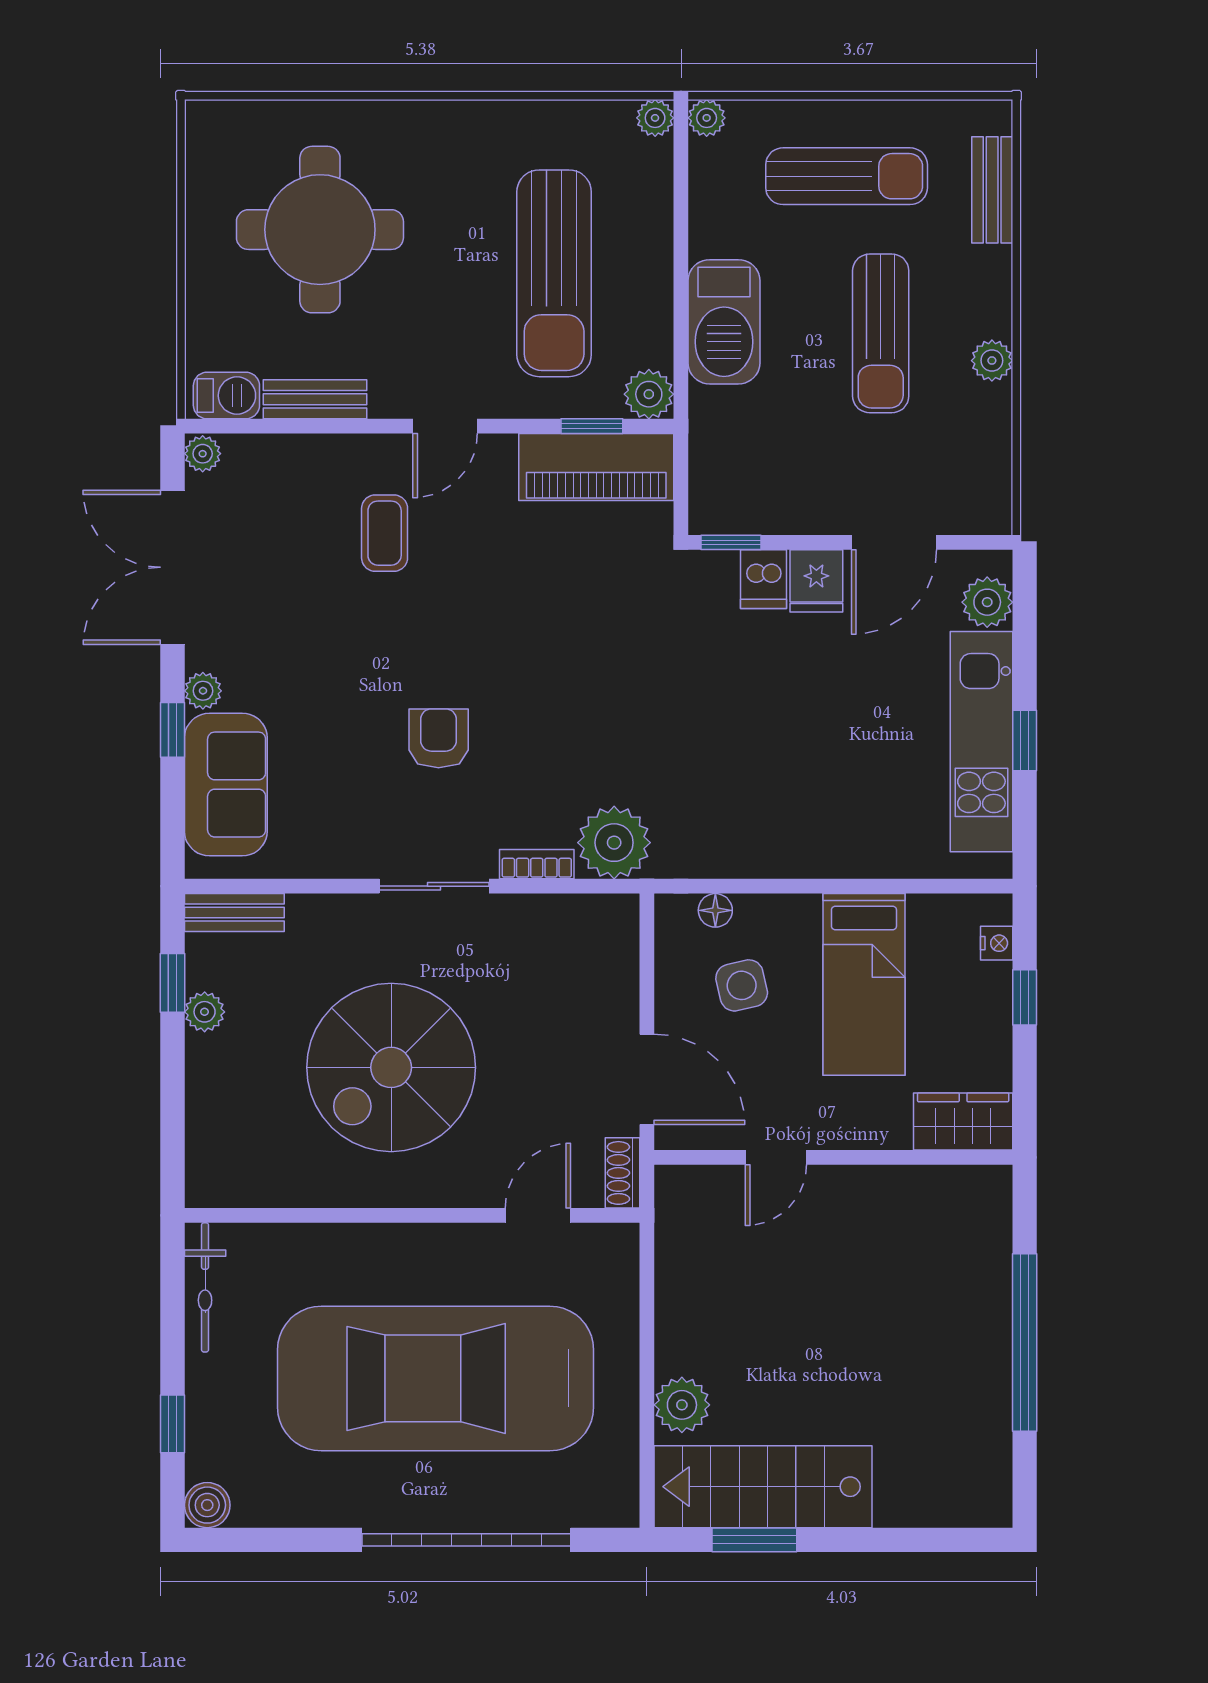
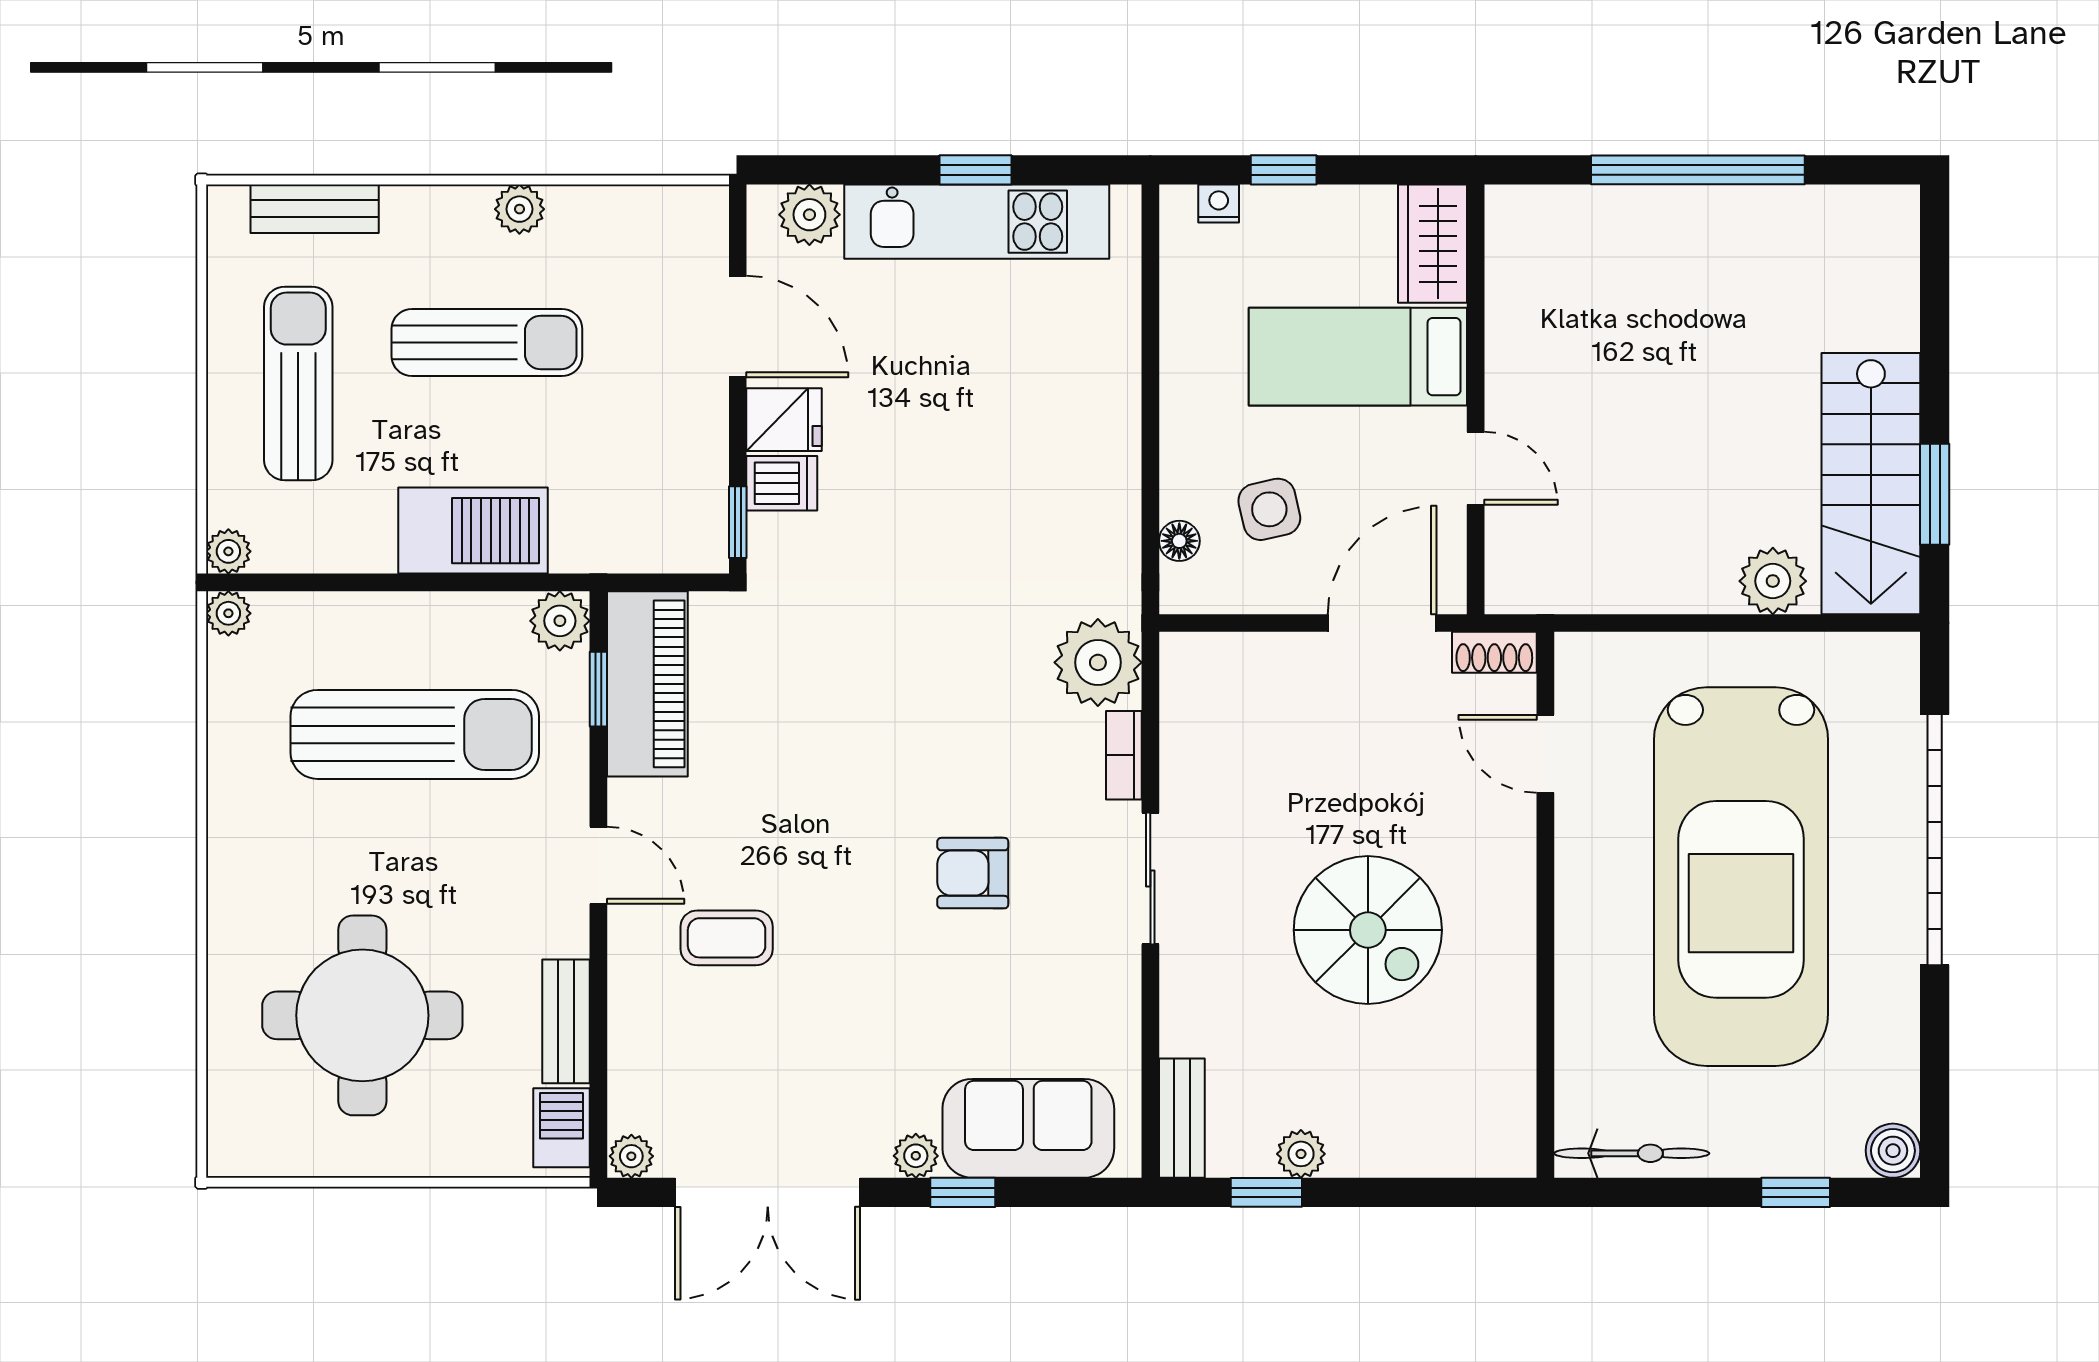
bed: (864, 984) -> (1358, 357), moved, turned 180
spiral stairs: (391, 1067) -> (1368, 930), width x0.73, depth x0.73

